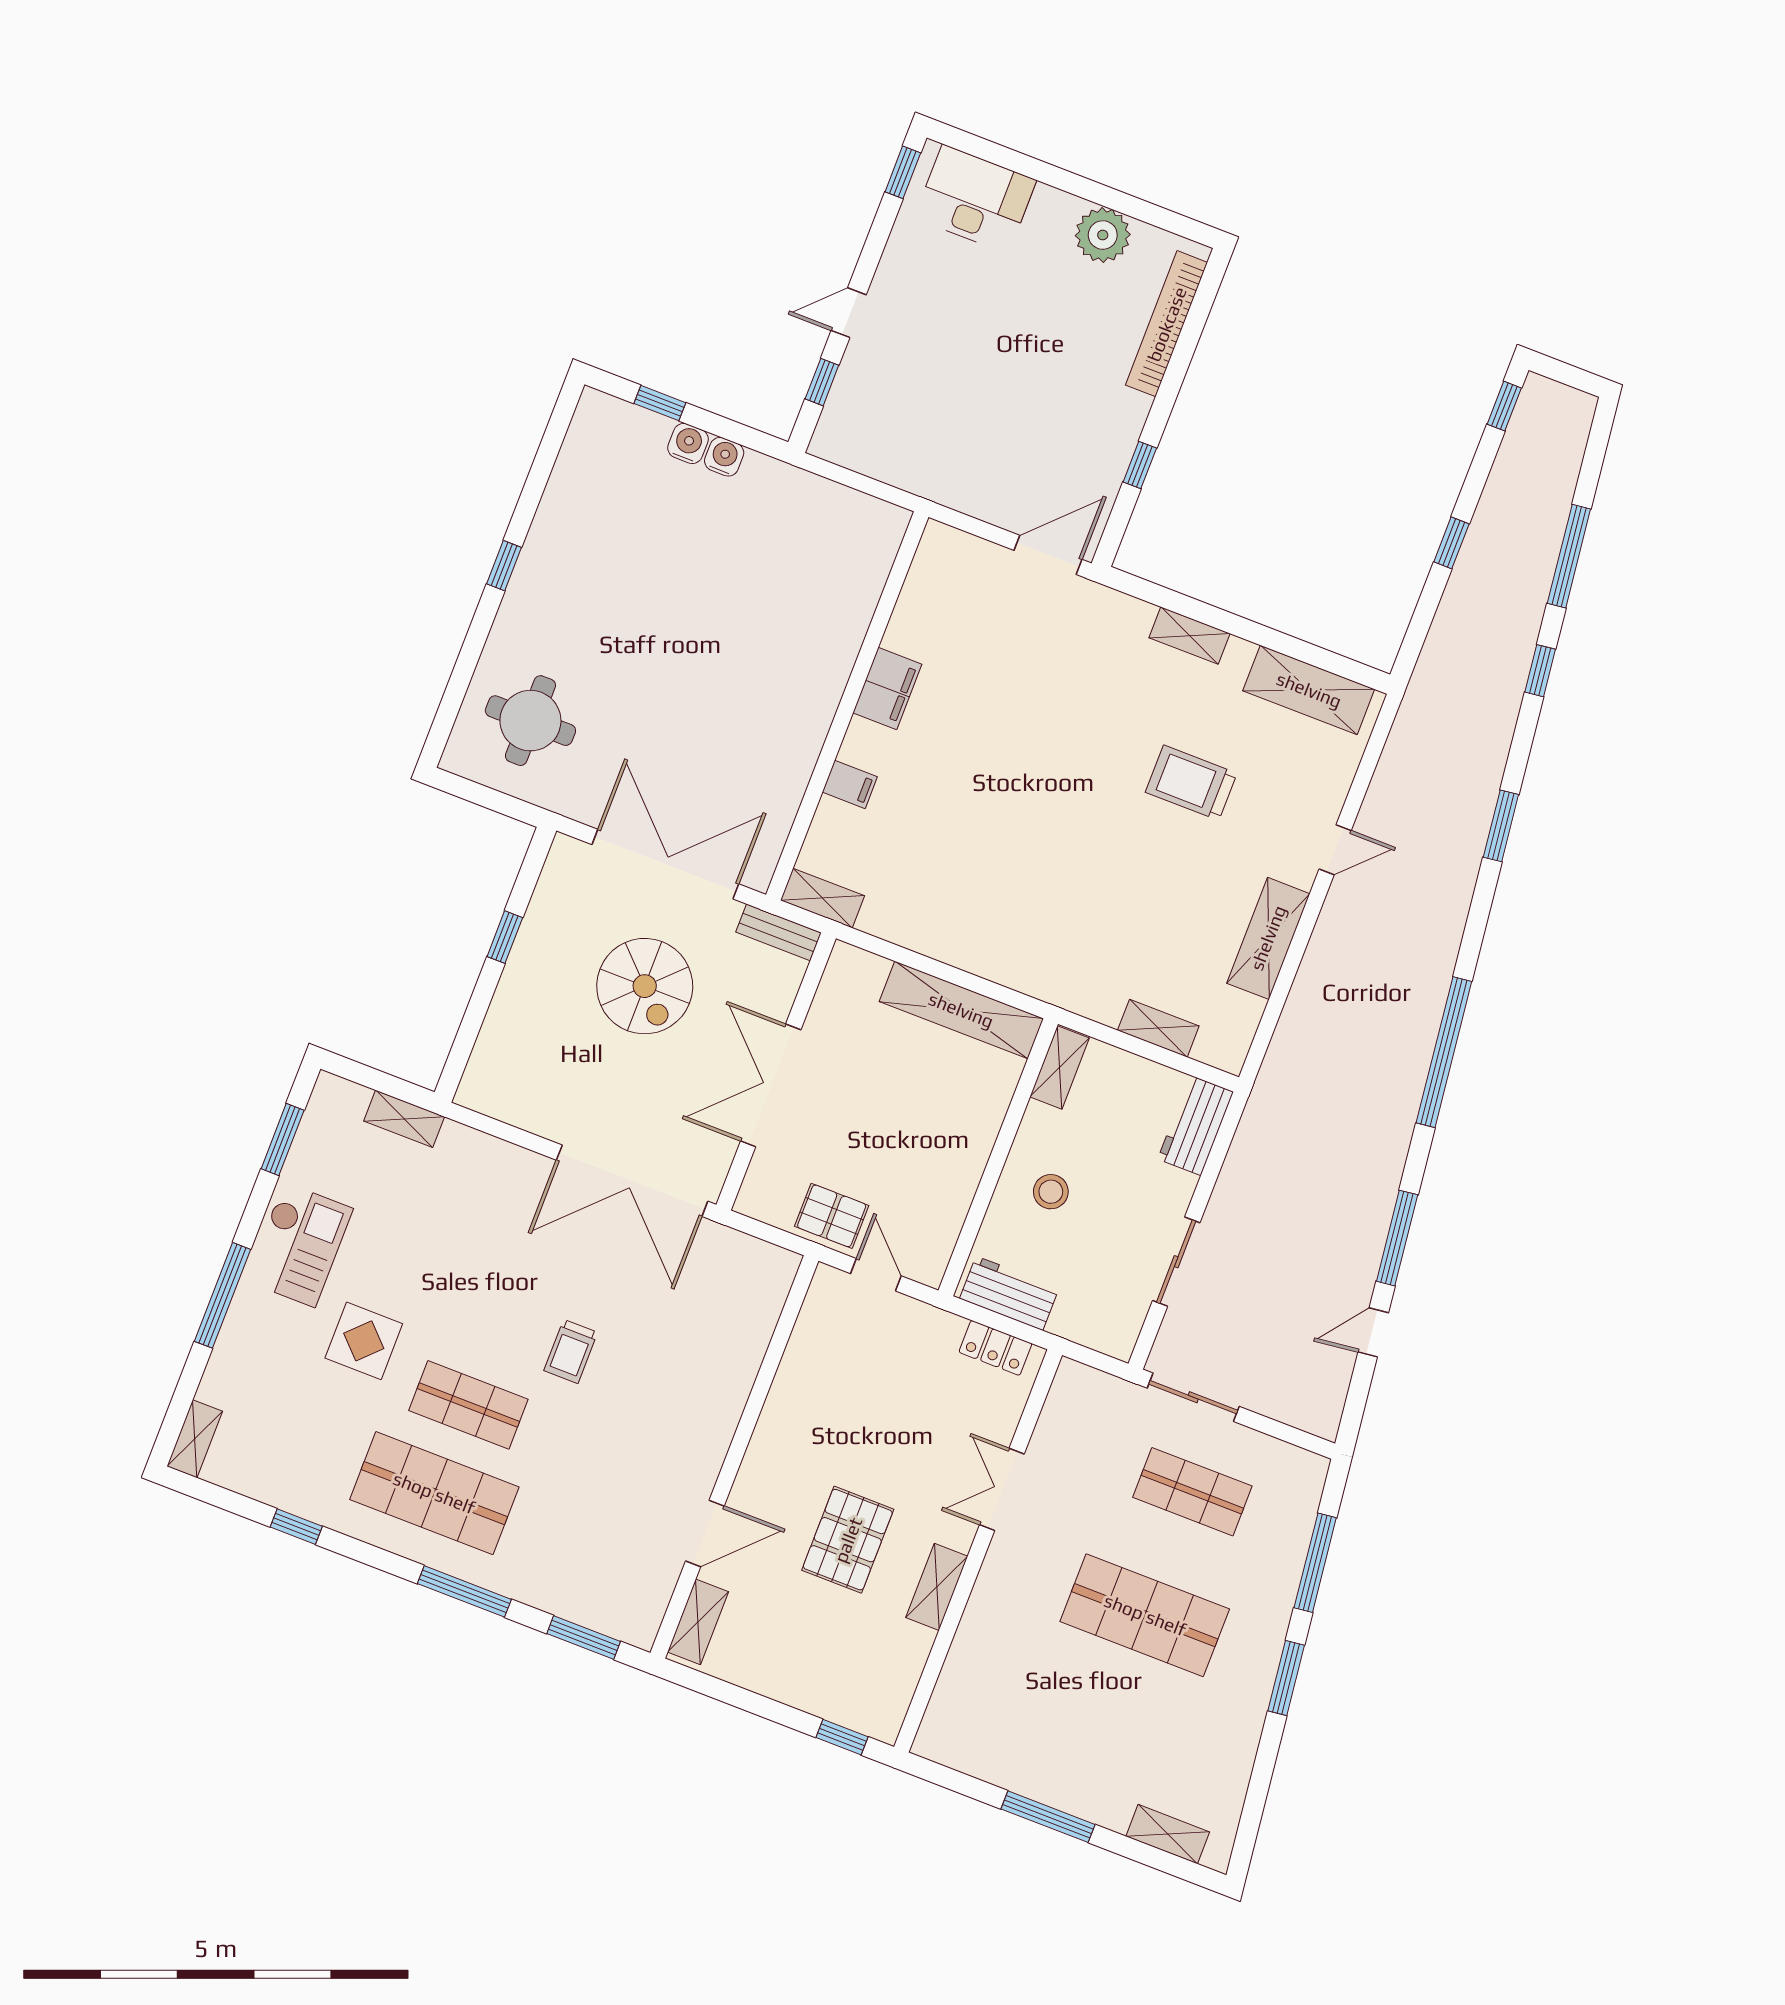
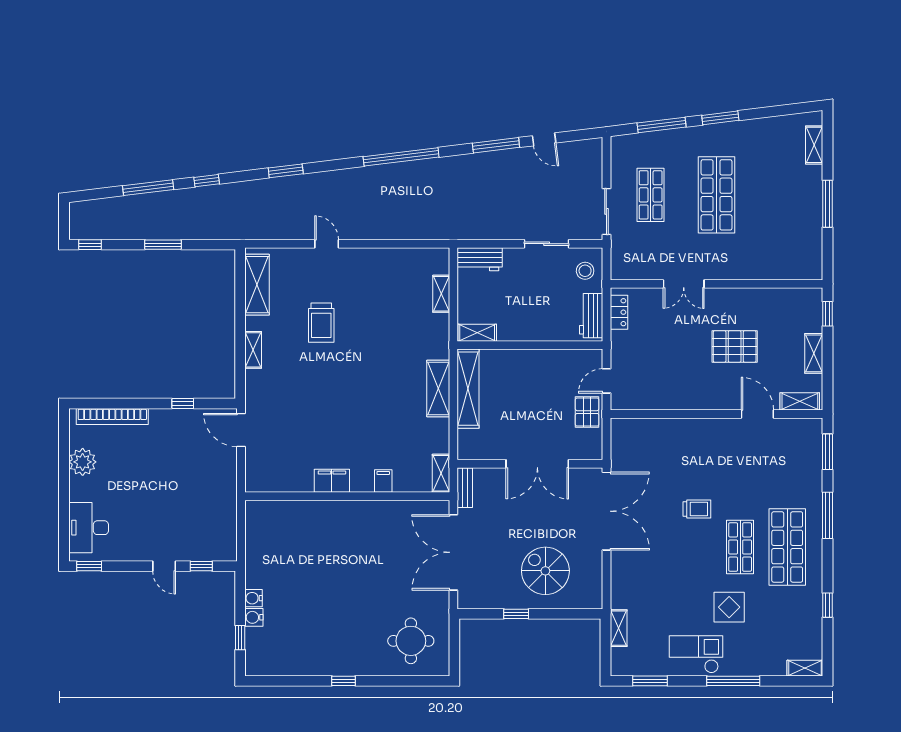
window: (1451, 543) -> (163, 245), width x1.50
shelving: (1268, 938) -> (438, 389), moved, turned 90
spiral stairs: (645, 986) -> (545, 571), moved, turned -90
stool: (1051, 1192) -> (585, 271), moved
shelving: (937, 1587) -> (814, 353), moved, turned 90

